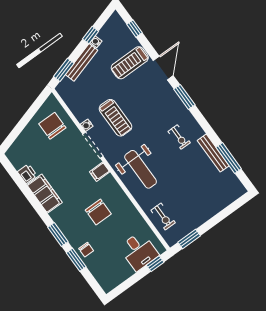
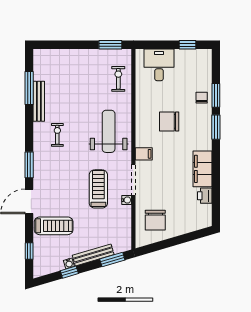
chair: (98, 212) -> (169, 121), turned -90
window: (155, 264) -> (188, 45), moved

